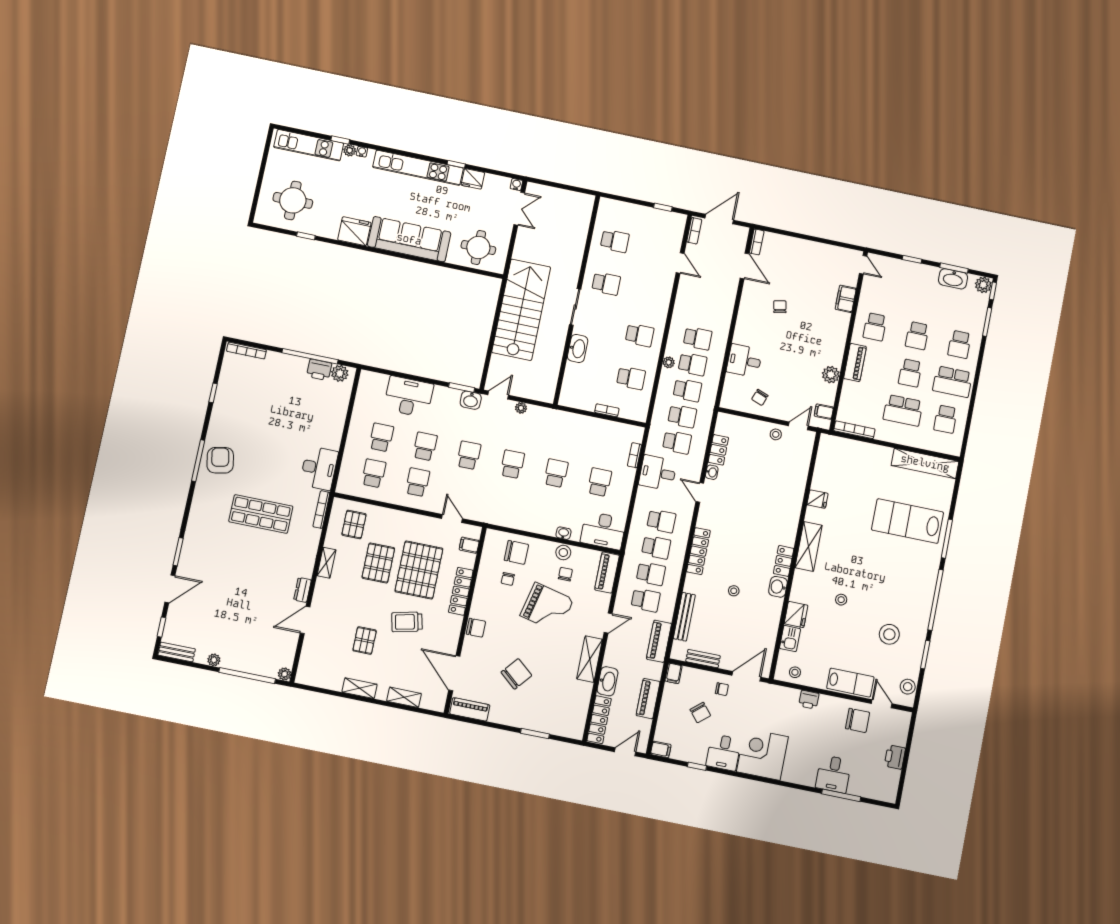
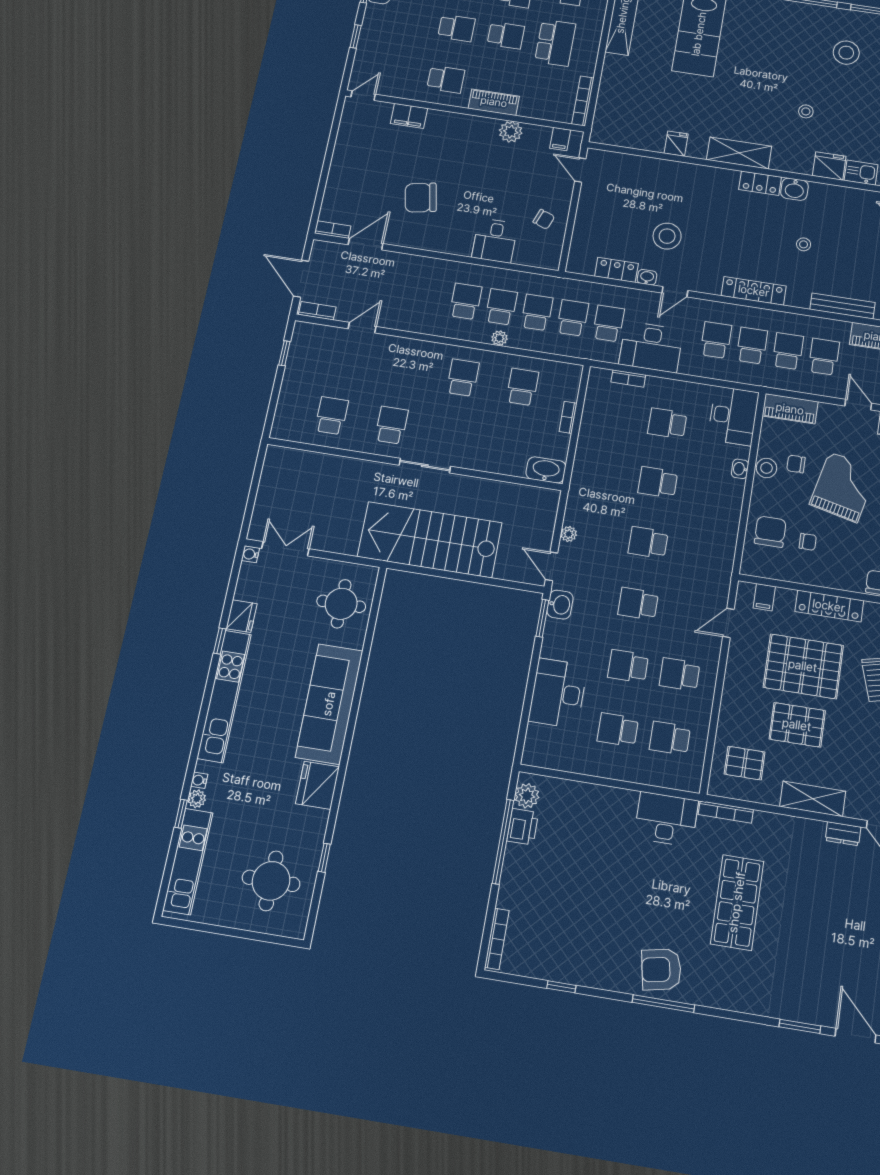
chair: (780, 307) -> (421, 198), width x1.87, depth x1.87
washbasin: (578, 348) -> (546, 470), moved
stool: (776, 434) -> (667, 236), moved, width x1.89, depth x1.89
desk: (658, 473) -> (651, 347), width x1.37
shelving: (327, 563) -> (813, 799), width x1.50, depth x1.33

